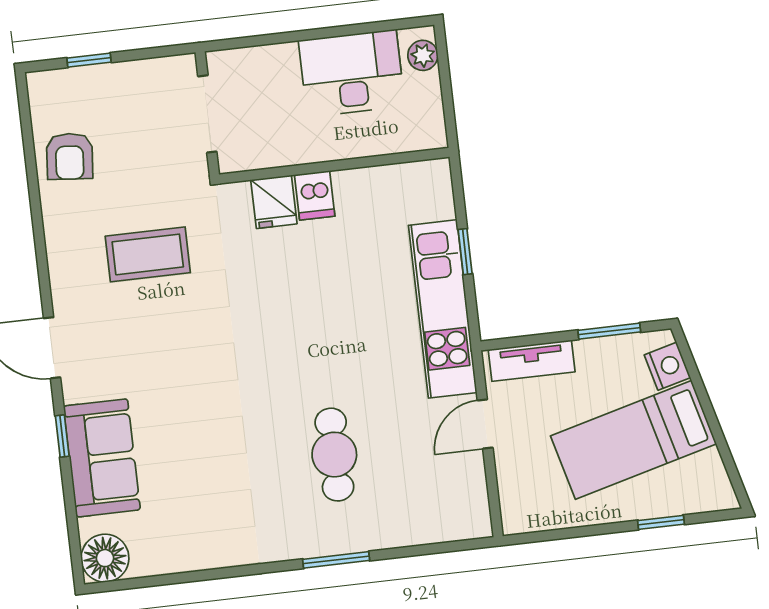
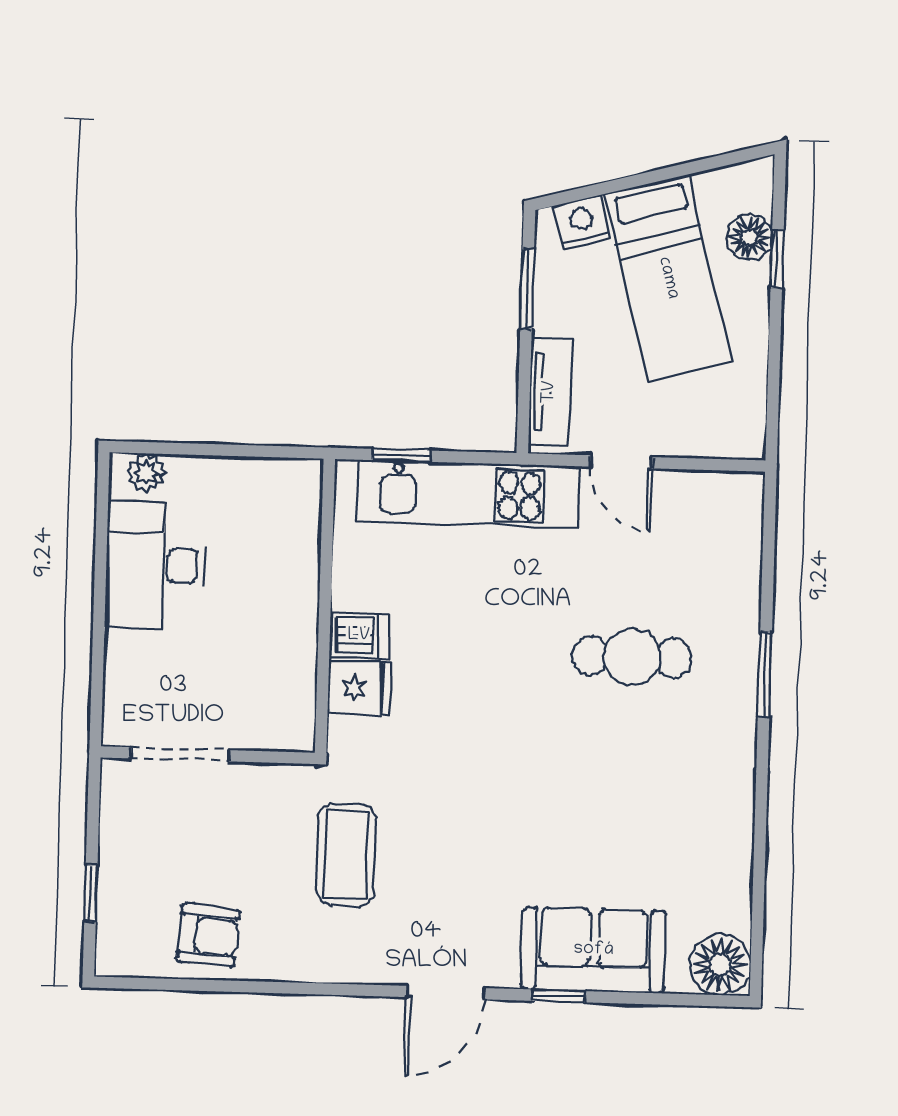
wall: (334, 166) -> (325, 606), moved
dishwasher: (315, 195) -> (359, 636), moved
fridge: (274, 202) -> (359, 688), moved
floor lamp: (674, 498) -> (750, 237), added

